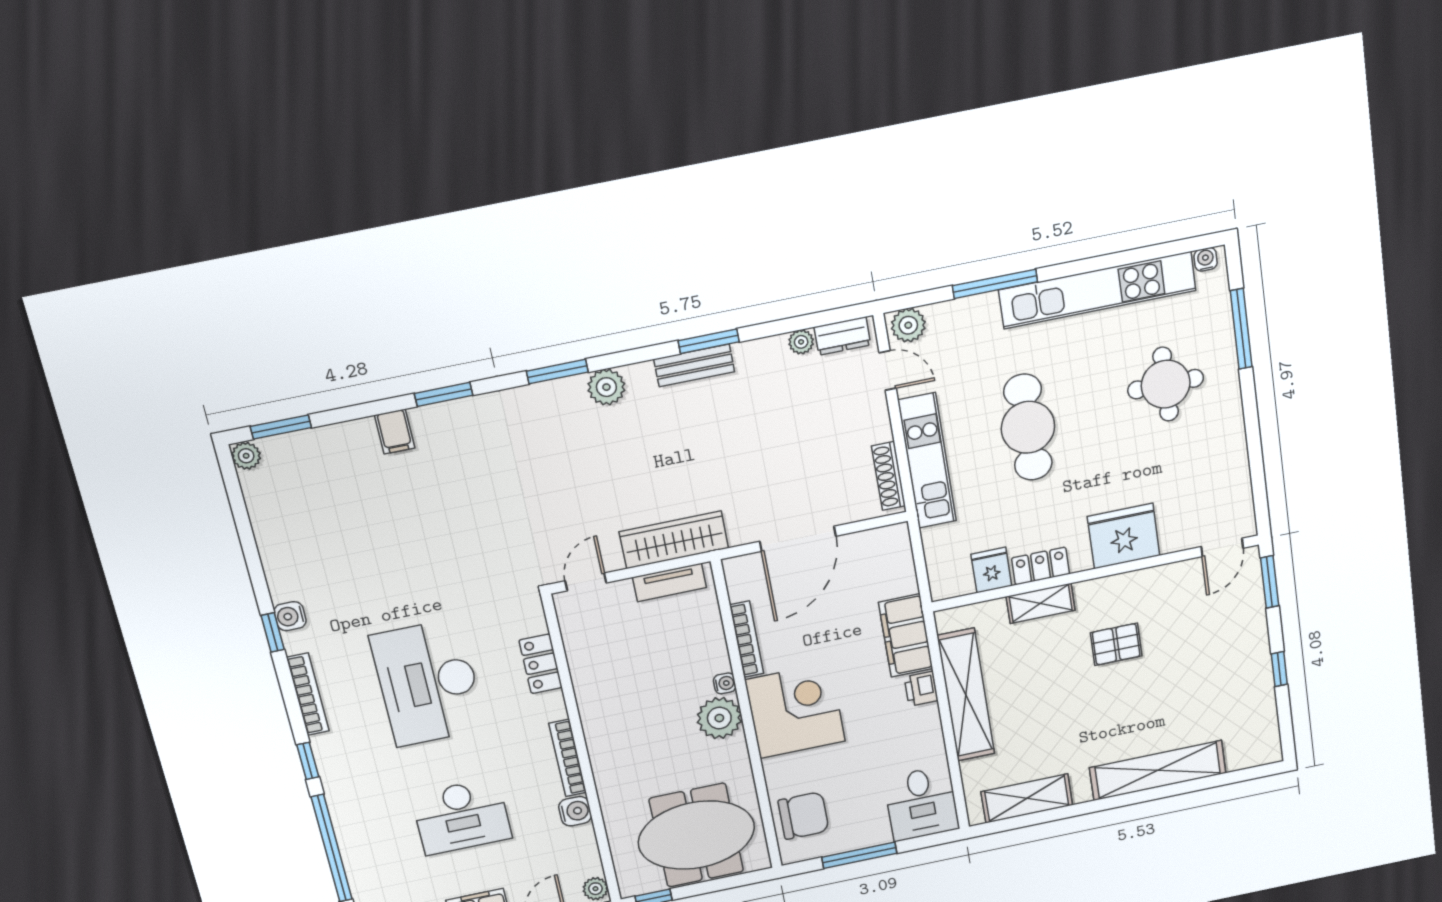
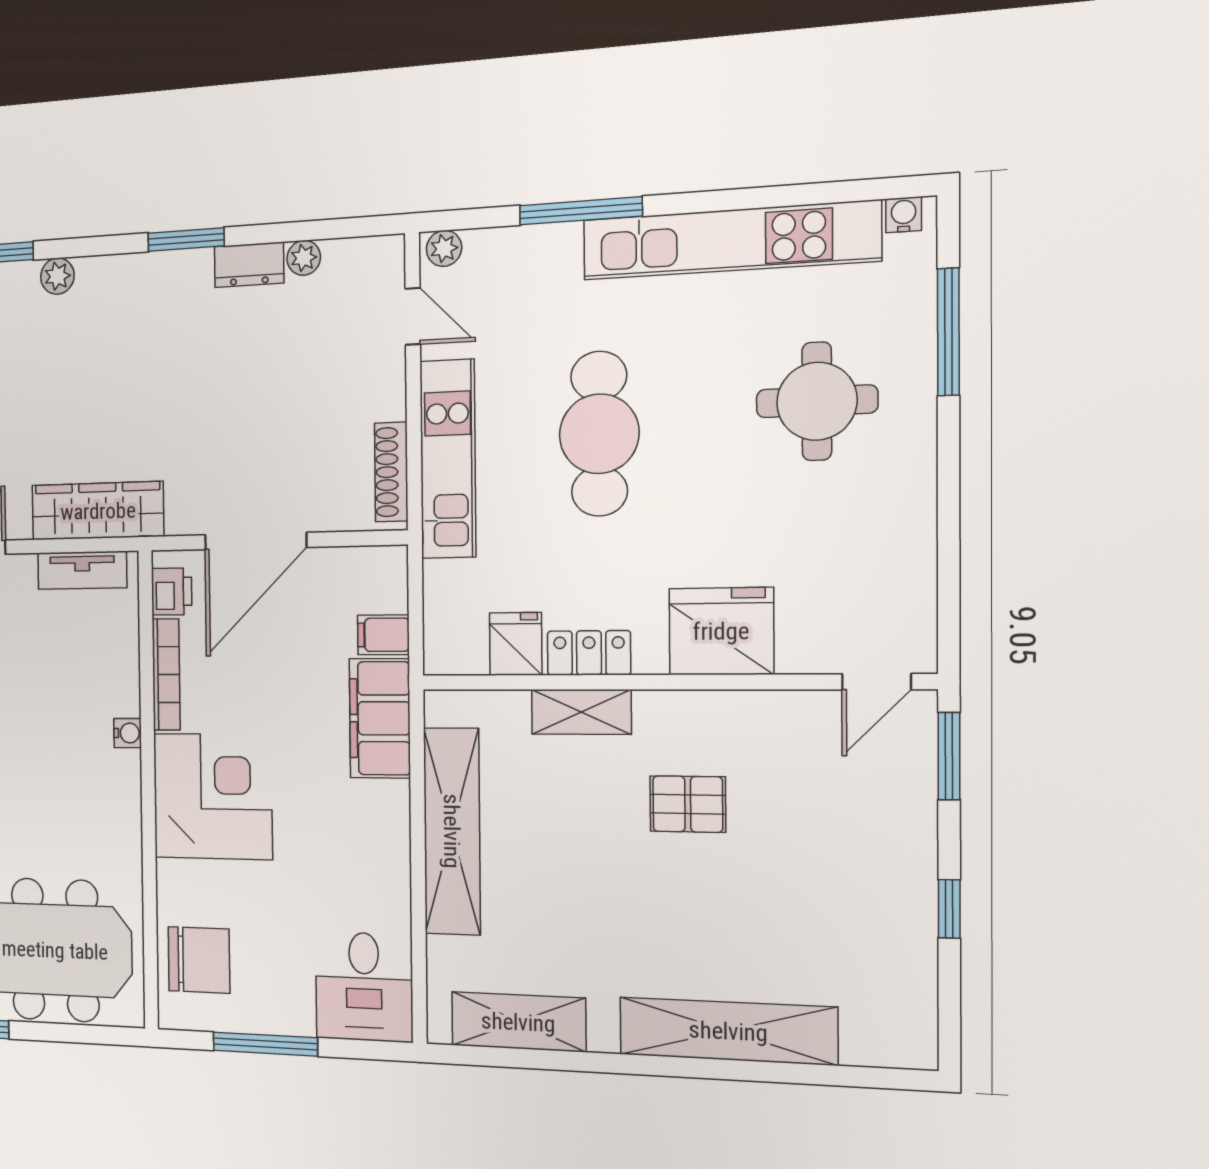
plant: (908, 325) -> (444, 248), width x0.73, depth x0.73
dresser: (842, 336) -> (249, 265), moved
bench: (694, 365) -> (163, 270), removed
plant: (606, 387) -> (57, 276), width x0.73, depth x0.73
filing cabinet: (900, 582) -> (383, 635), added
printer: (921, 689) -> (172, 592), moved, turned 180
plant: (719, 718) -> (113, 783), removed

